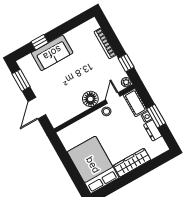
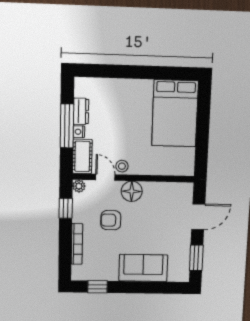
window: (40, 42) -> (98, 287), moved
armchair: (92, 72) -> (111, 220), added
door: (113, 98) -> (105, 177), swing flipped
window: (156, 116) -> (67, 126), width x1.44
wardrobe: (132, 163) -> (128, 88), removed

